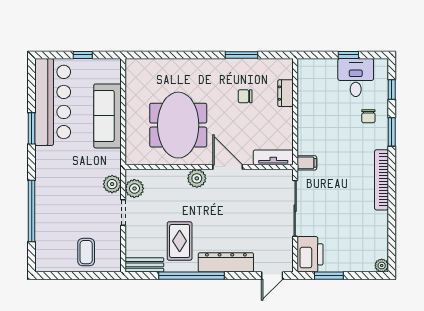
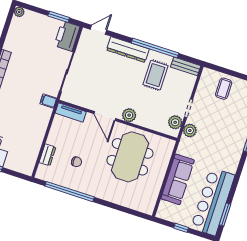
window: (241, 55) -> (70, 192), width x2.11
window: (32, 128) -> (225, 215), moved

